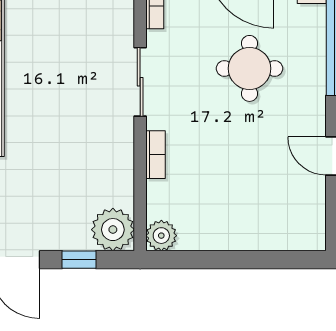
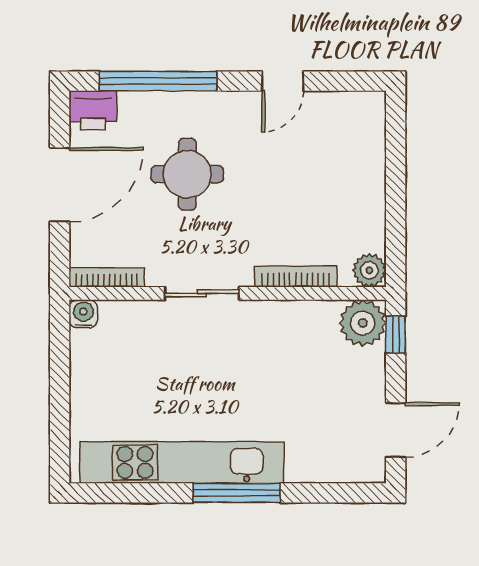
bookcase: (156, 155) -> (296, 277), width x1.56
window: (79, 260) -> (396, 334), moved

